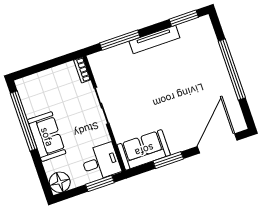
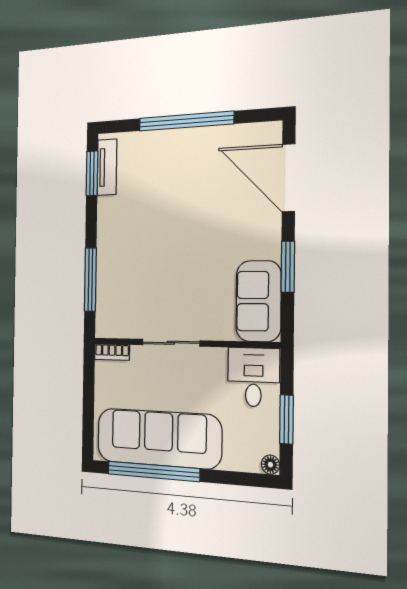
tv unit: (154, 40) -> (107, 167), moved, width x0.71
sofa: (47, 137) -> (158, 438), width x1.85, depth x1.27
floor lamp: (60, 182) -> (270, 465), width x0.53, depth x0.53
window: (100, 184) -> (286, 419), moved

